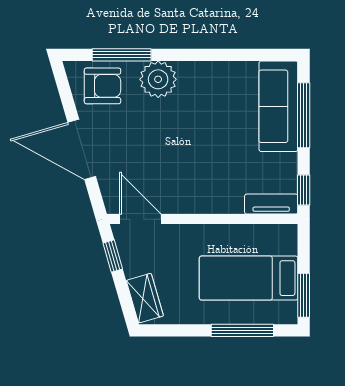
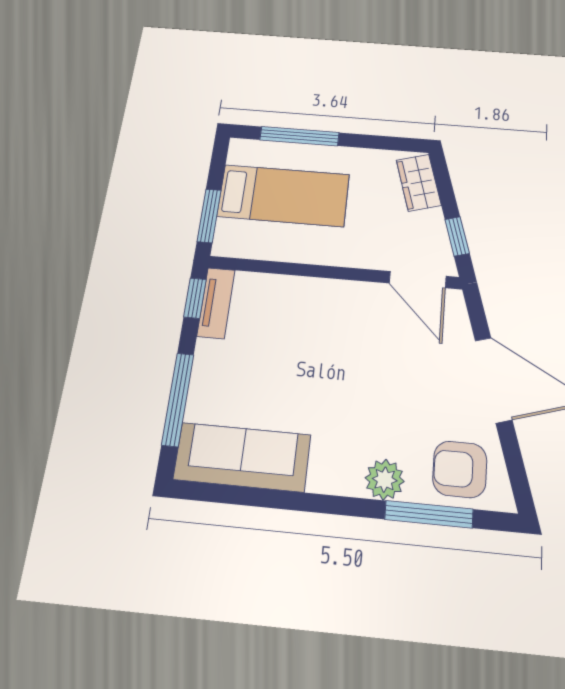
plant: (158, 79) -> (385, 480), width x0.73, depth x0.73
sofa: (278, 106) -> (242, 457), moved, turned -90
tv unit: (271, 204) -> (216, 303), moved, turned -90
window: (304, 295) -> (209, 216), moved

